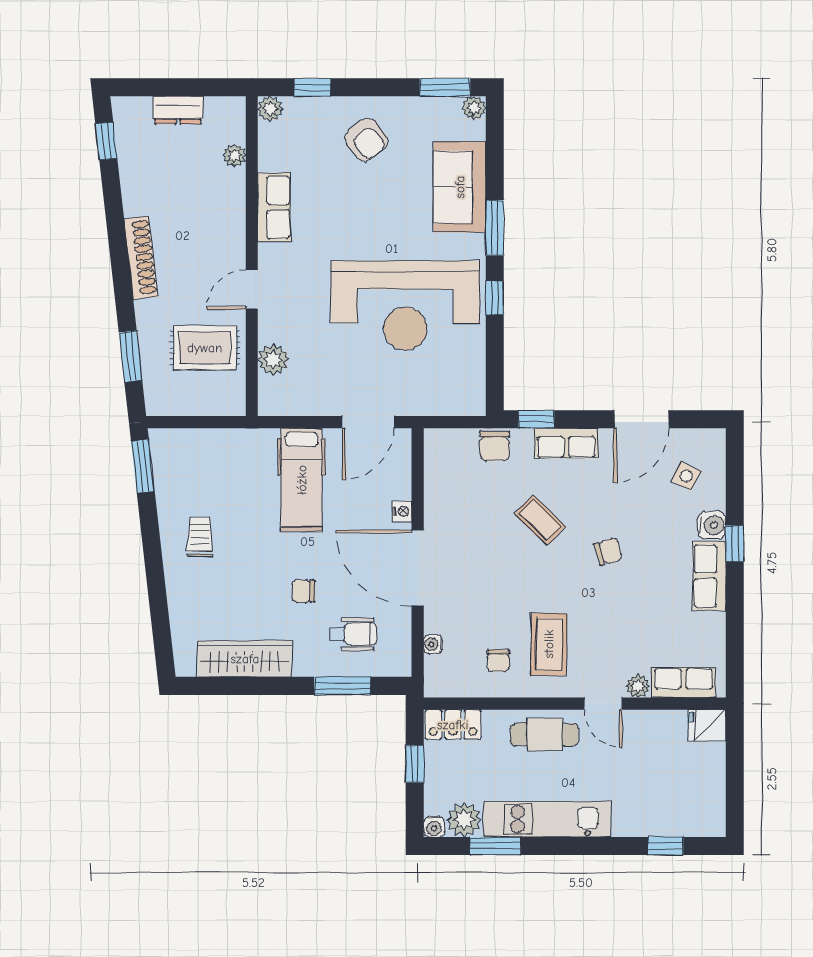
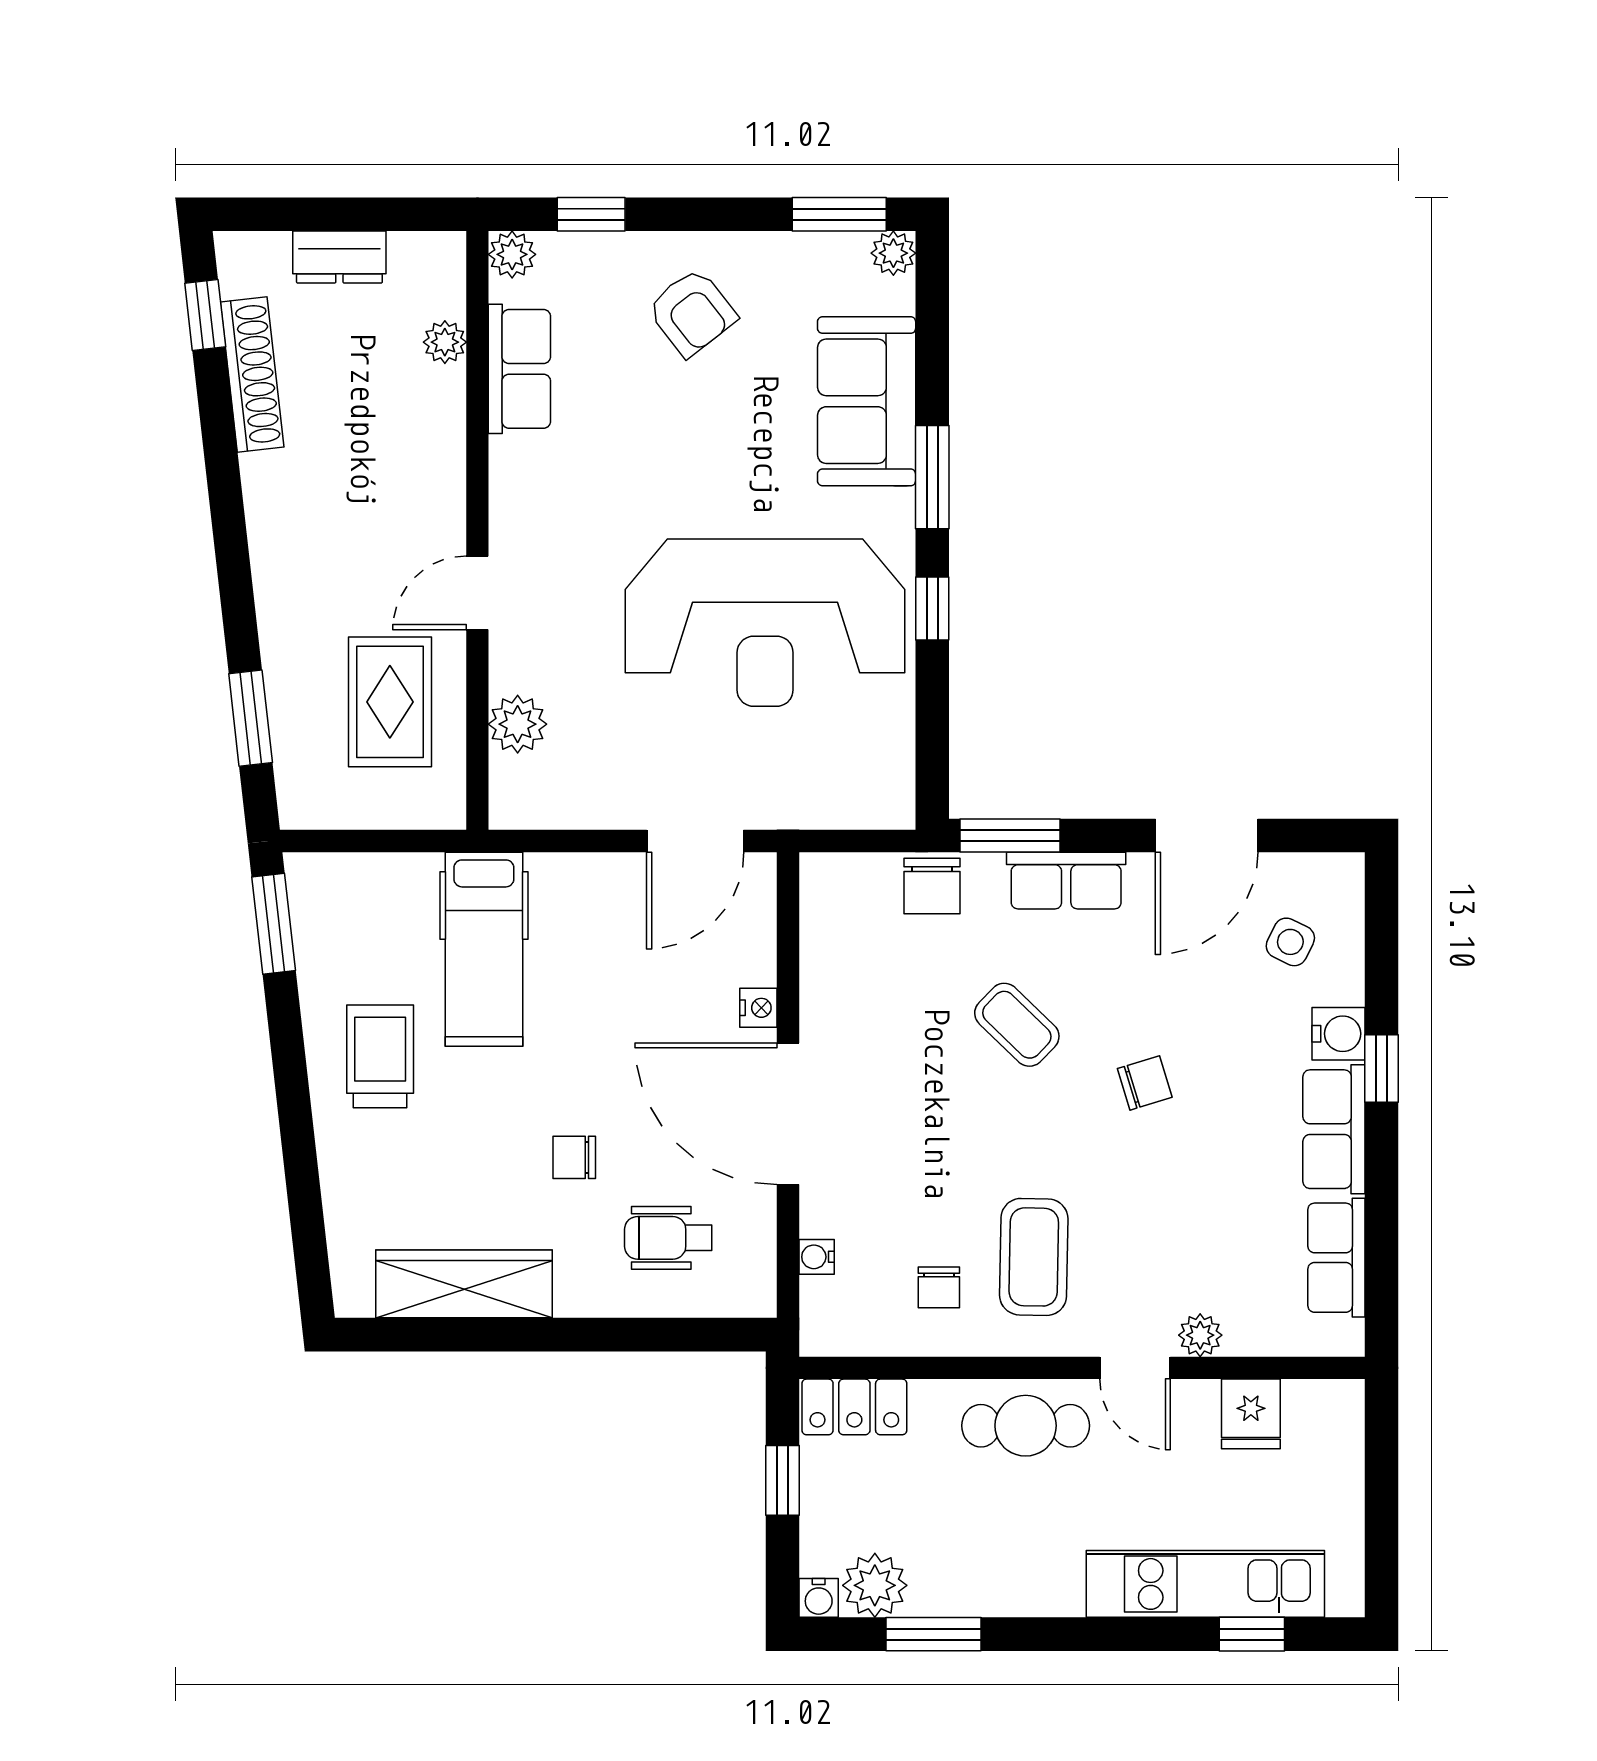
row of seats: (274, 207) -> (519, 369), moved
shoe rack: (141, 257) -> (252, 374), moved
rug: (205, 348) -> (390, 702), turned 90
window: (536, 419) -> (1010, 835), width x1.50
hospital bed: (302, 480) -> (484, 949), moved
trolley: (200, 537) -> (380, 1056), width x1.36, depth x1.39
wheelchair: (354, 634) -> (668, 1238), turned 180
row of seats: (684, 683) -> (1336, 1258), moved, turned -90
window: (342, 686) -> (647, 1335), removed
fridge: (707, 725) -> (1251, 1414), moved, turned -90
kitchen unit: (547, 819) -> (1205, 1584), moved

